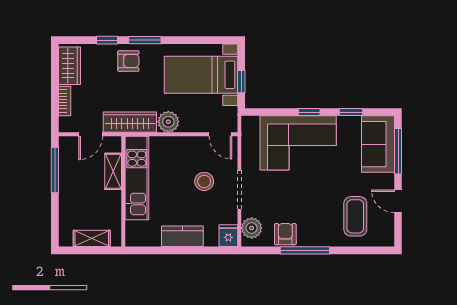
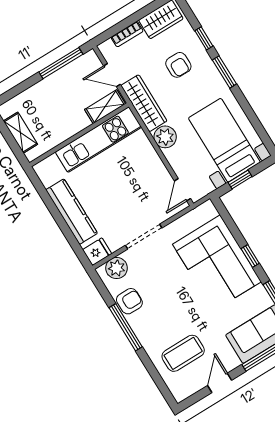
armchair: (128, 61) -> (178, 65), moved
shelving: (113, 171) -> (105, 107), moved
stool: (204, 181) -> (132, 201), removed
kitchen counter: (182, 236) -> (72, 212), width x1.50

